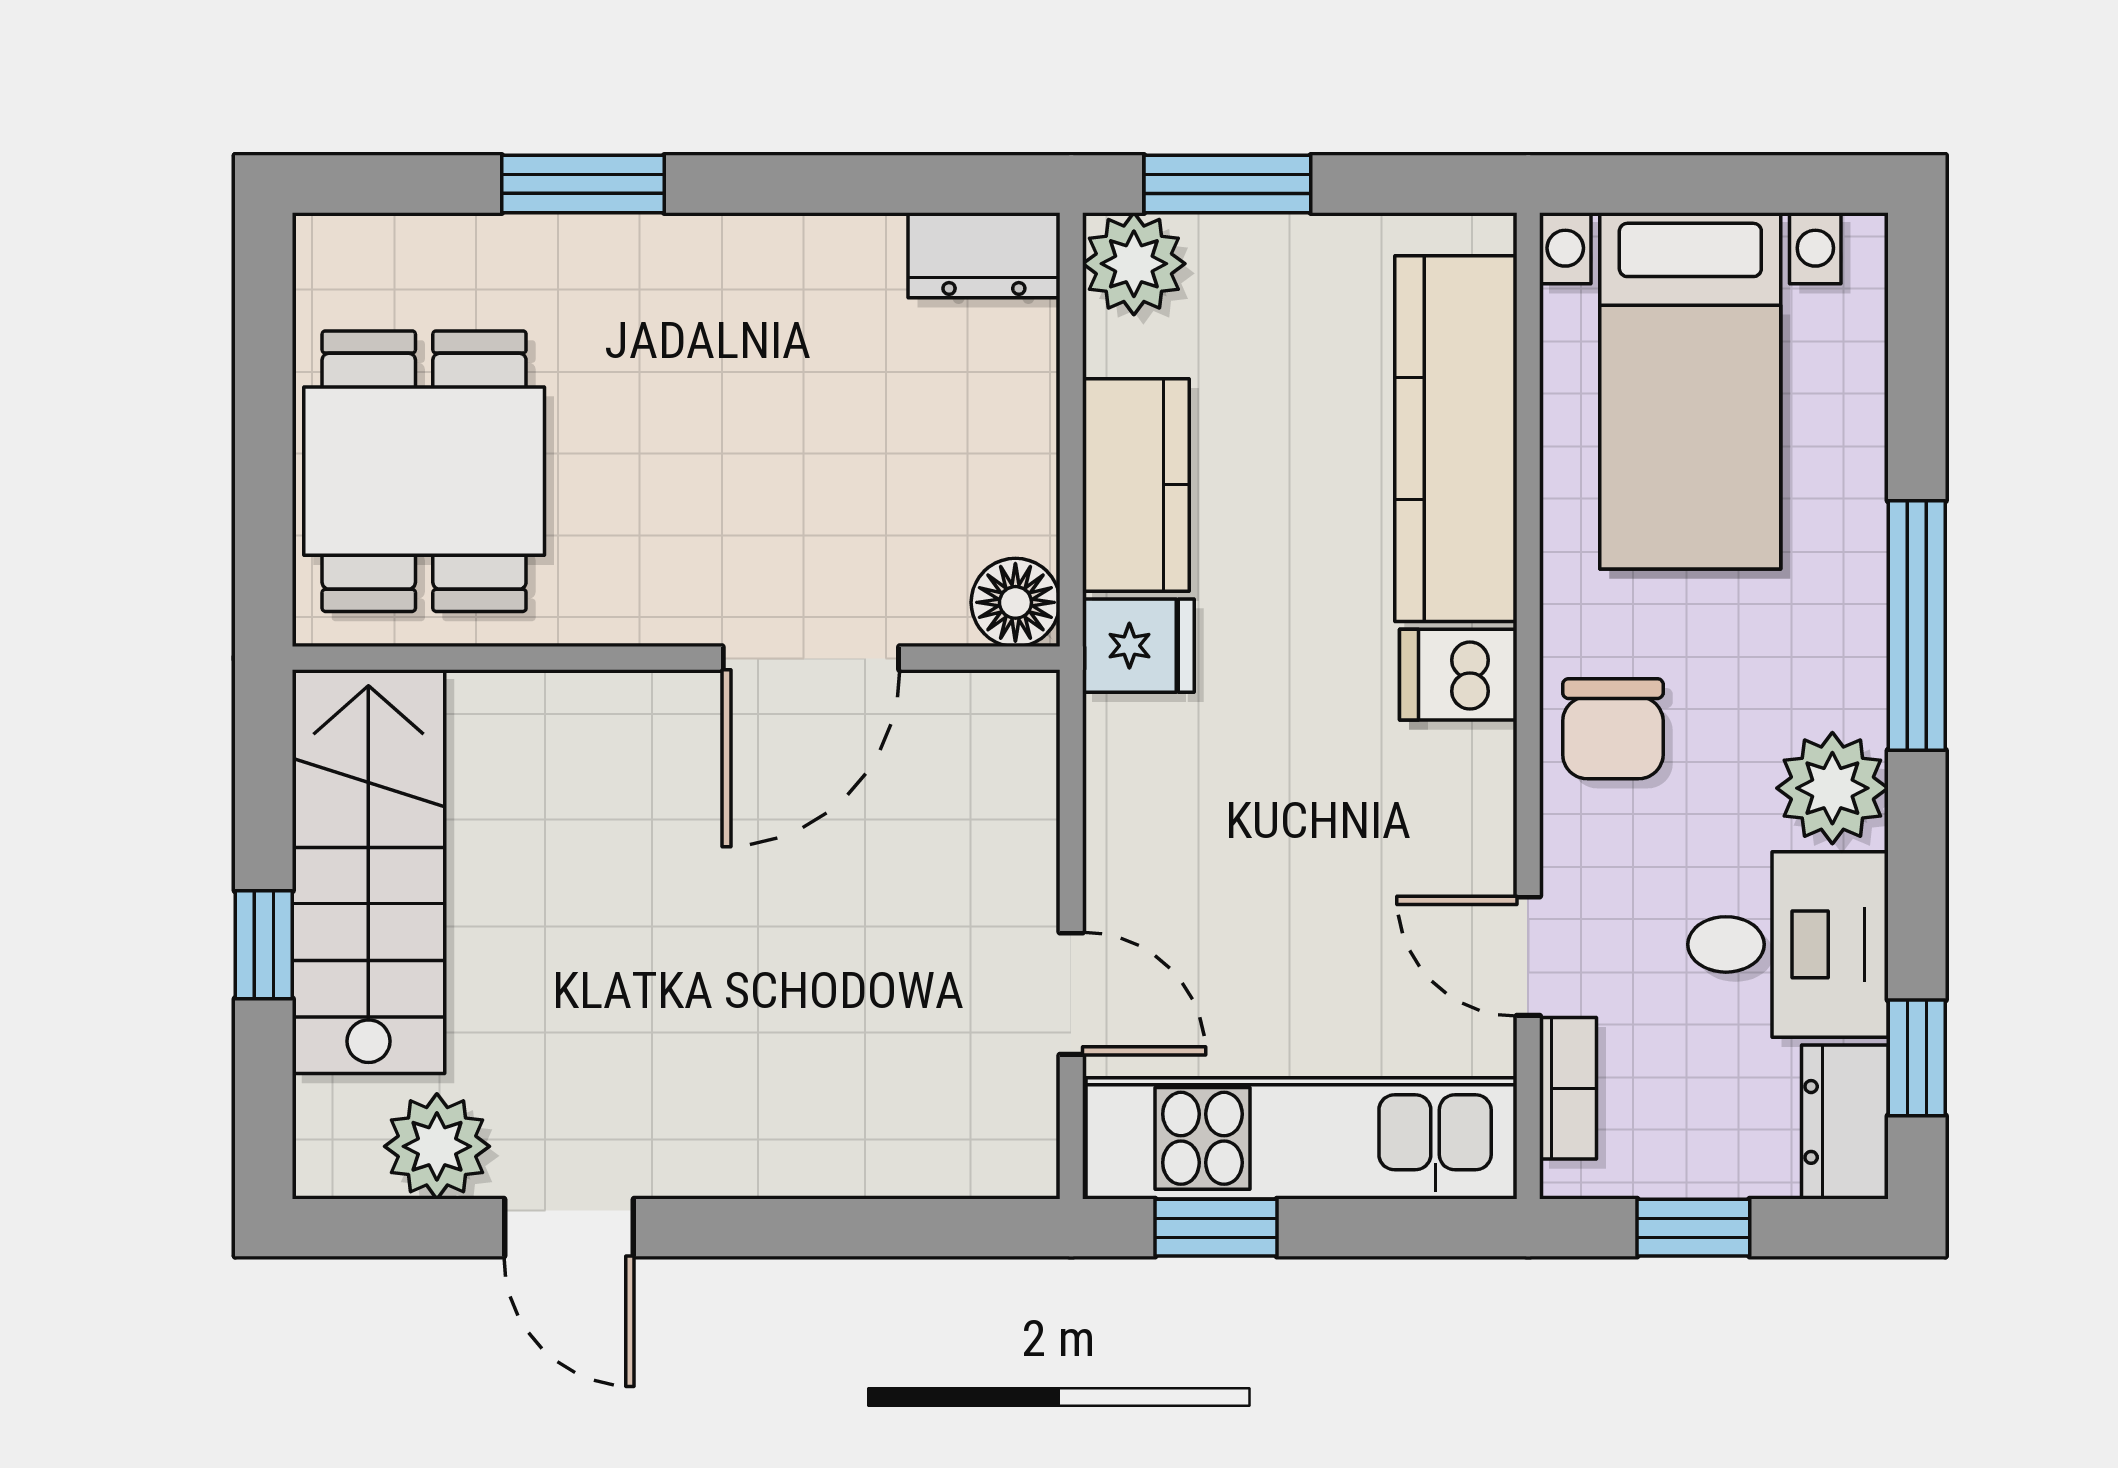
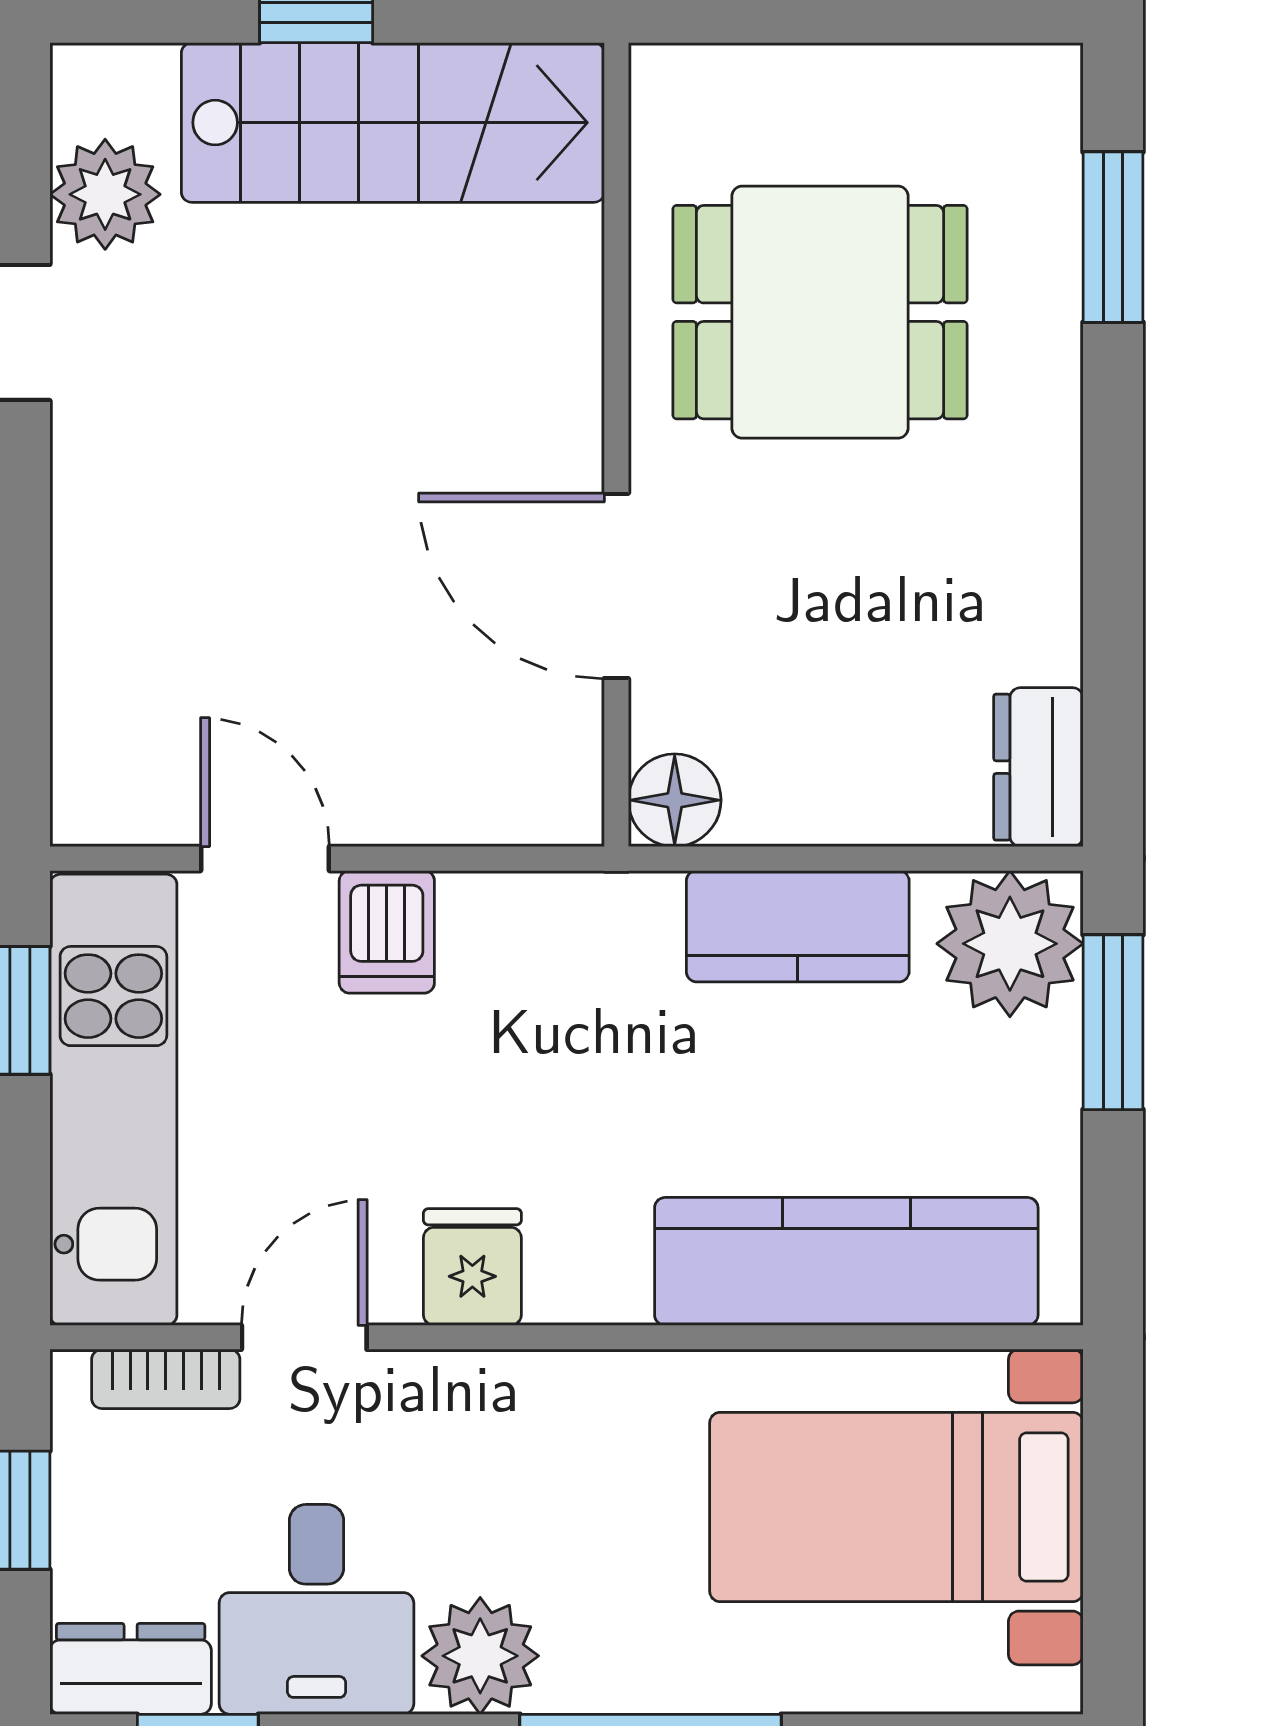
window: (583, 184) -> (1113, 237), moved
plant: (1134, 264) -> (1010, 944), width x1.36, depth x1.36
dining table: (424, 471) -> (820, 312), moved
fridge: (1138, 646) -> (472, 1267), moved, turned 180
dishwasher: (1458, 675) -> (387, 932), moved, turned 180
chair: (1613, 729) -> (542, 1426), removed
door: (1071, 994) -> (265, 859), swing flipped

